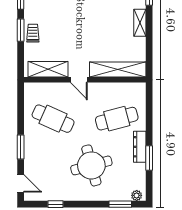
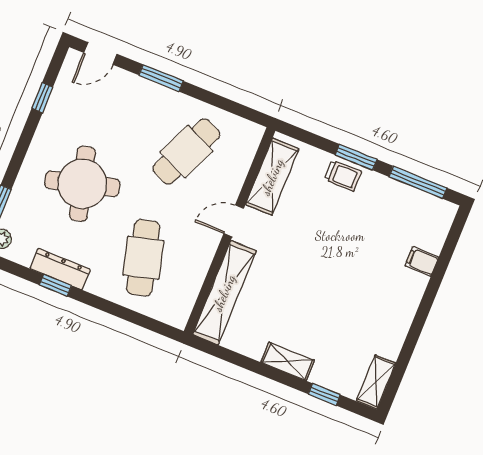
dresser: (140, 147) -> (60, 269), moved
window: (149, 158) -> (56, 285), width x0.67

